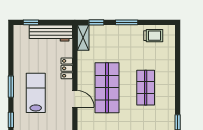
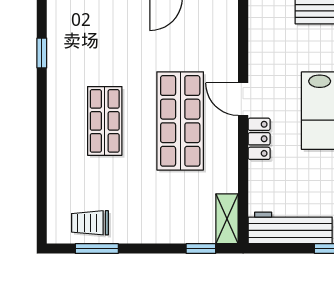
window: (127, 22) -> (97, 249), moved
locker: (67, 68) -> (259, 139), moved

